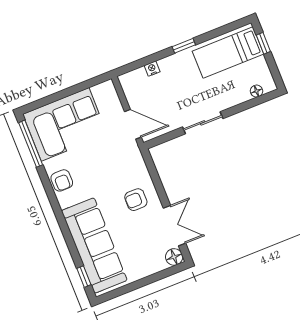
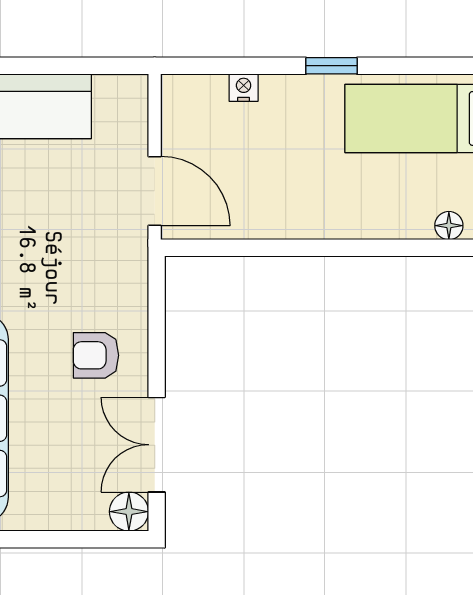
sliding door: (203, 123) -> (306, 248), removed
double door: (174, 226) -> (157, 445), swing flipped

